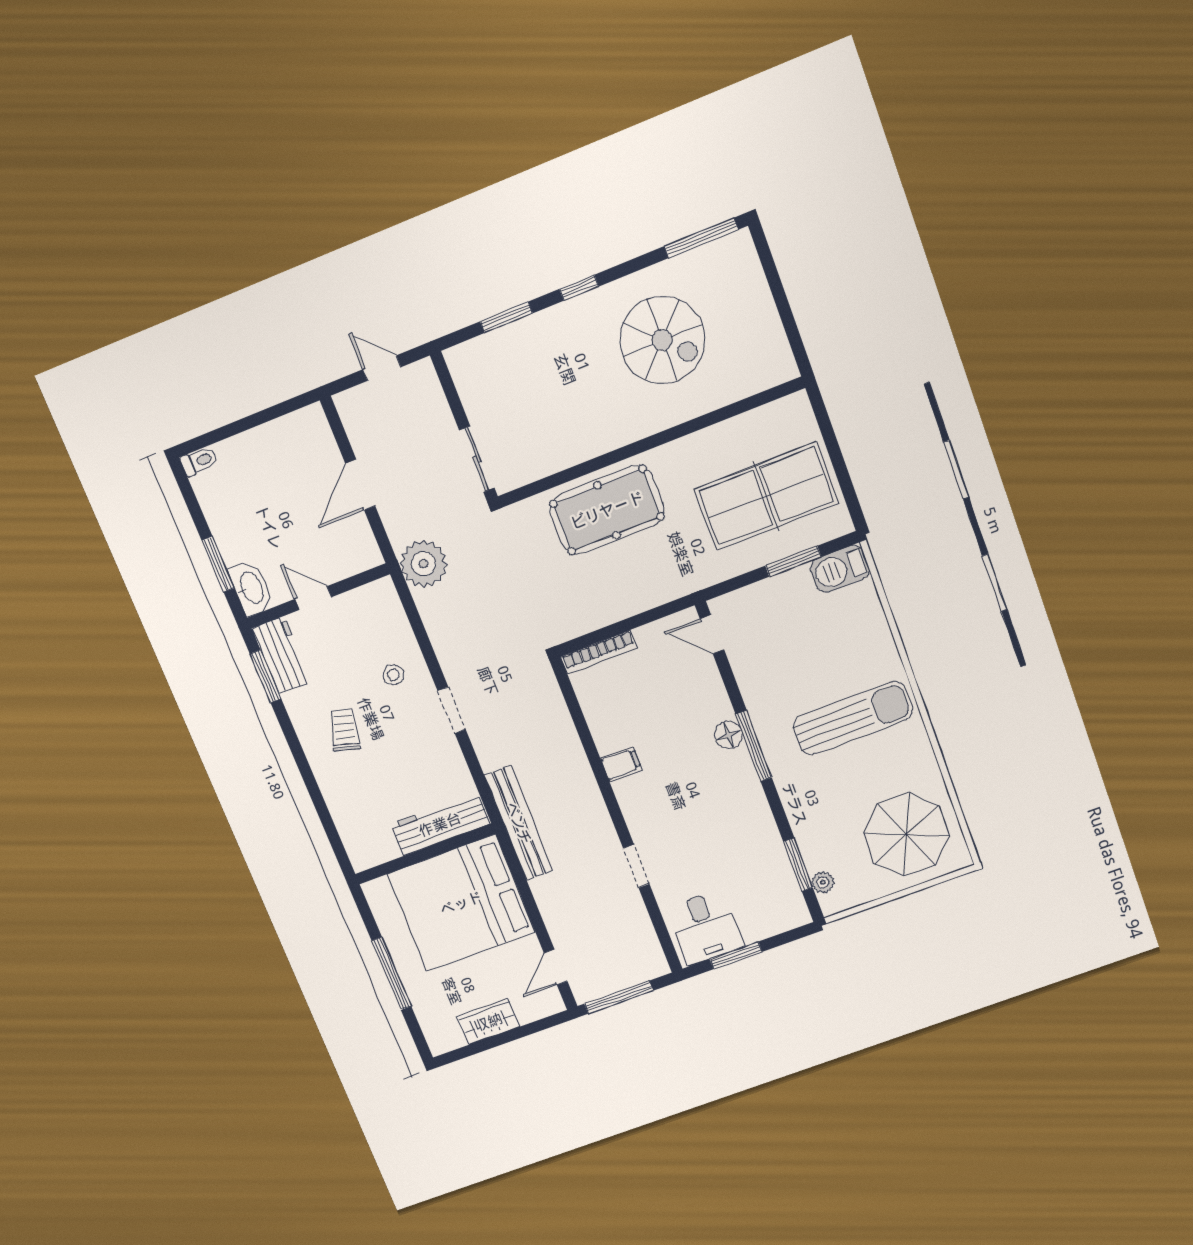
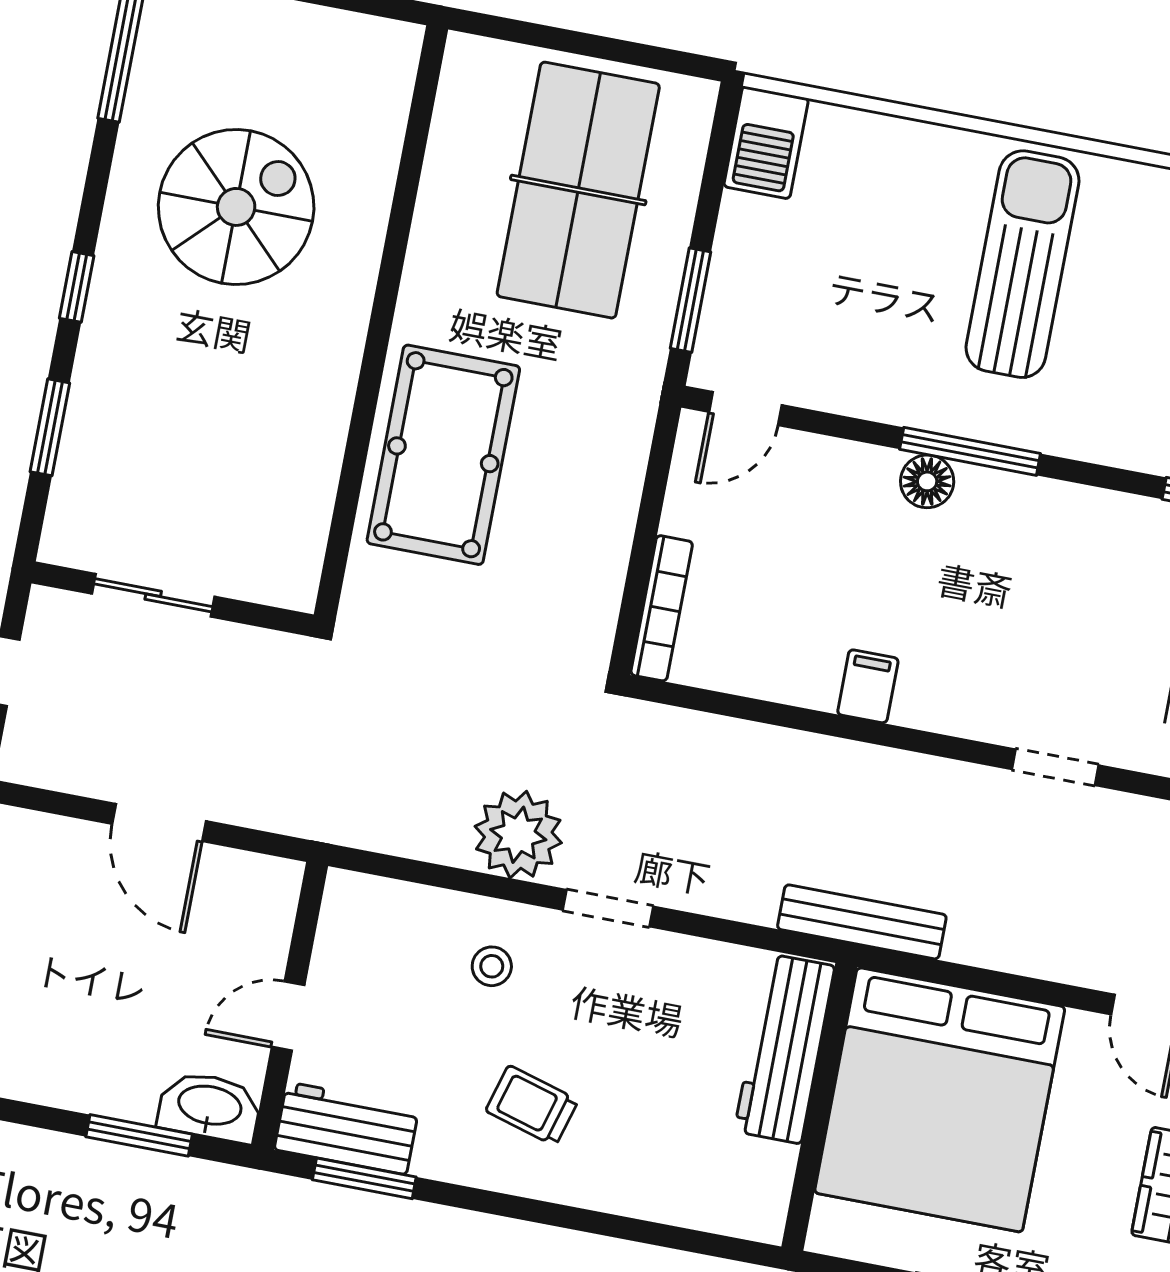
sliding door: (477, 459) -> (153, 595), moved
window: (793, 561) -> (691, 300), moved
plant: (423, 564) -> (518, 835), moved
bench: (519, 823) -> (862, 922), width x0.73, depth x0.82

